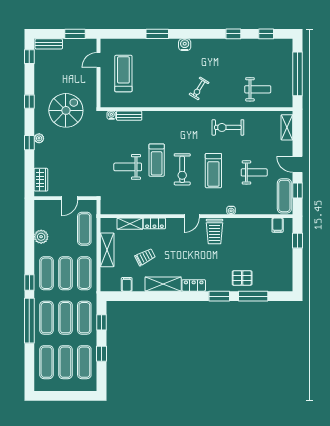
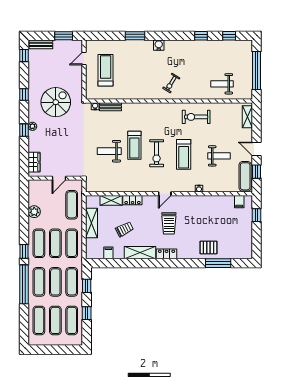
weight bench: (258, 89) -> (222, 84), turned 180
trolley: (215, 232) -> (169, 223), moved
window: (219, 296) -> (189, 263), removed

